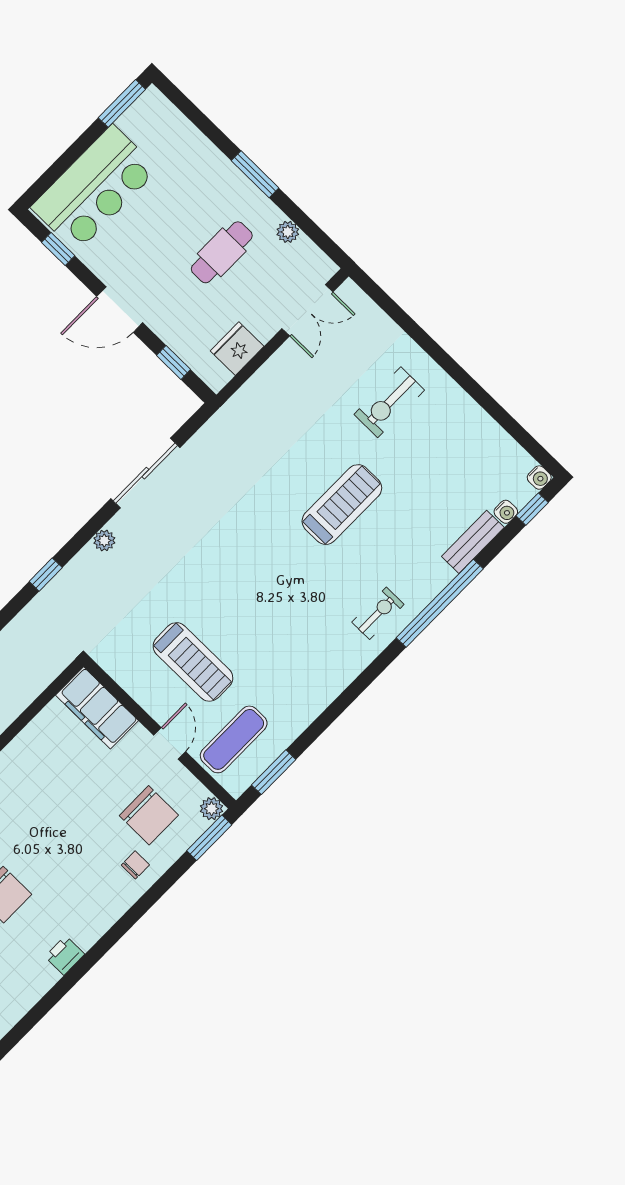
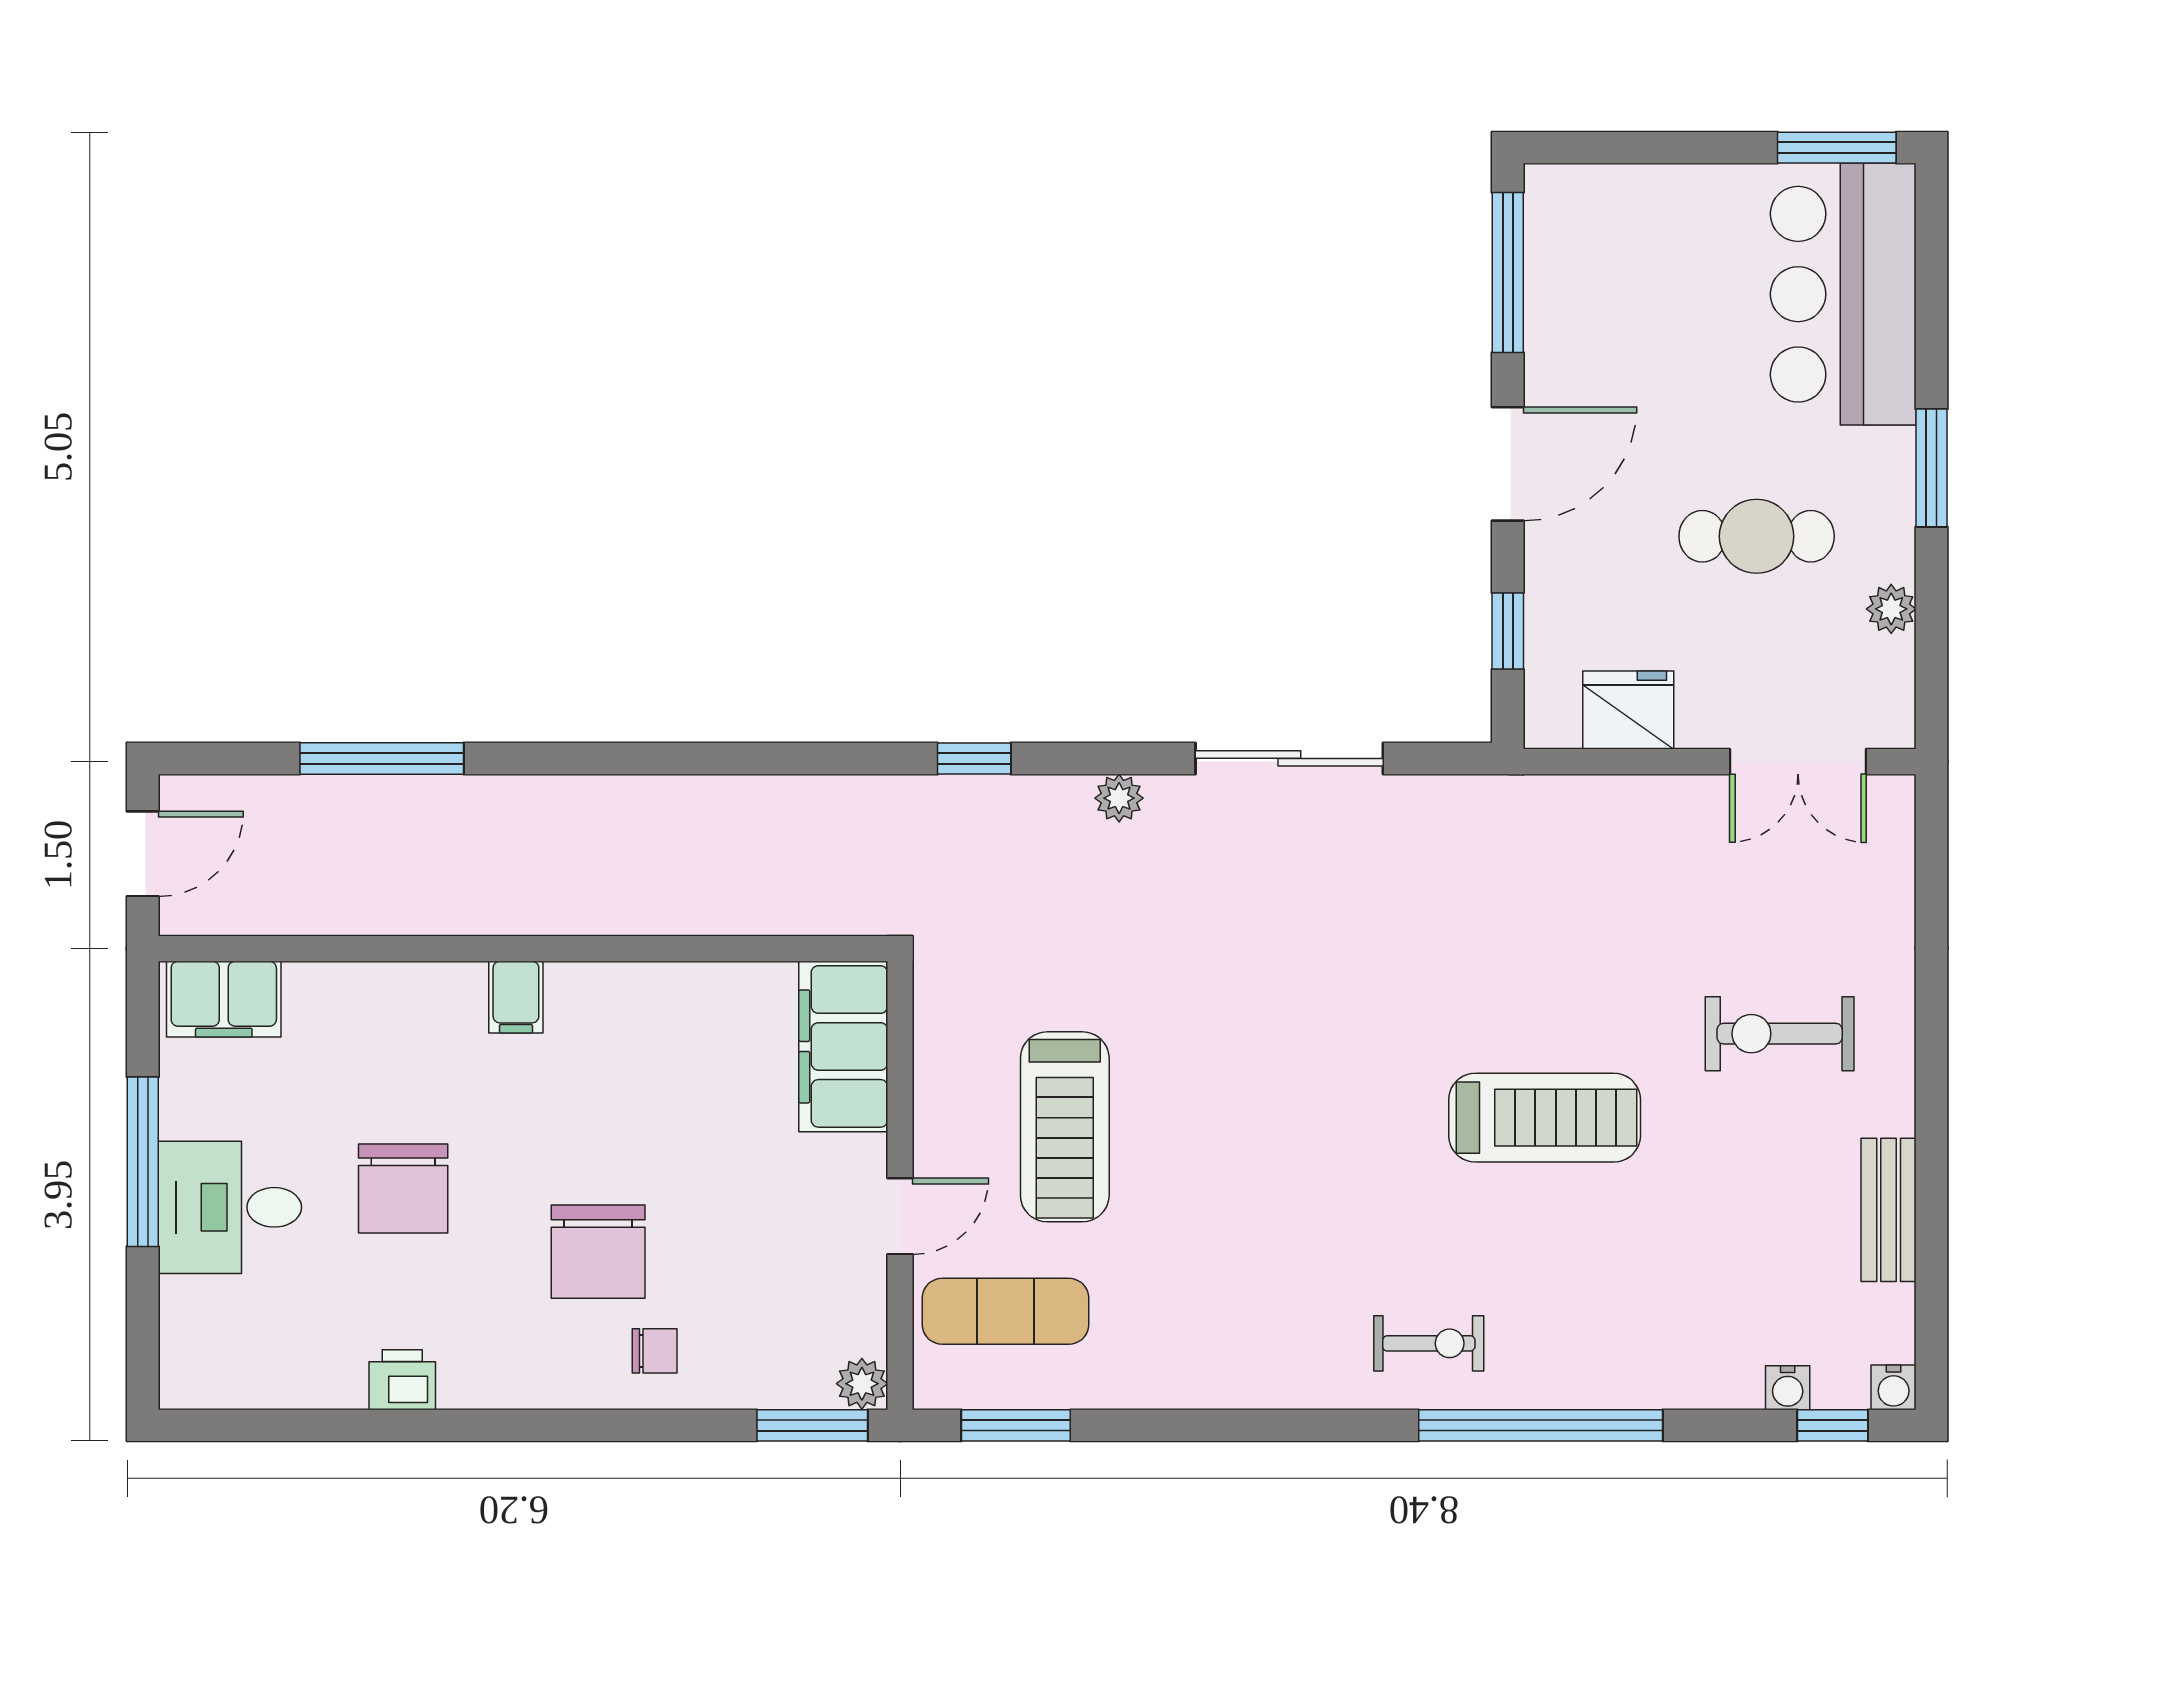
bar counter: (95, 188) -> (1843, 294), moved, turned 90
window: (58, 249) -> (1508, 273), width x2.17
door: (120, 310) -> (1508, 464), swing flipped
bench: (473, 542) -> (1889, 1210), moved, turned 90
chair: (149, 815) -> (598, 1252), moved

